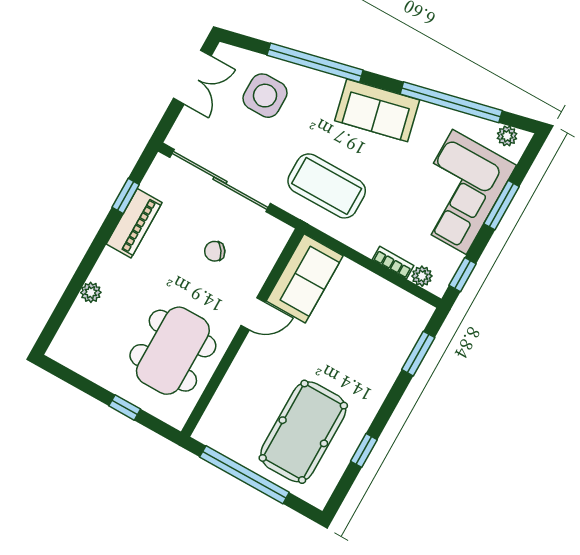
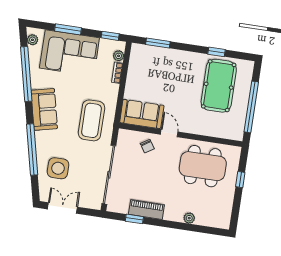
chair: (215, 251) -> (147, 146), moved
pool table: (303, 432) -> (219, 86), turned 90

